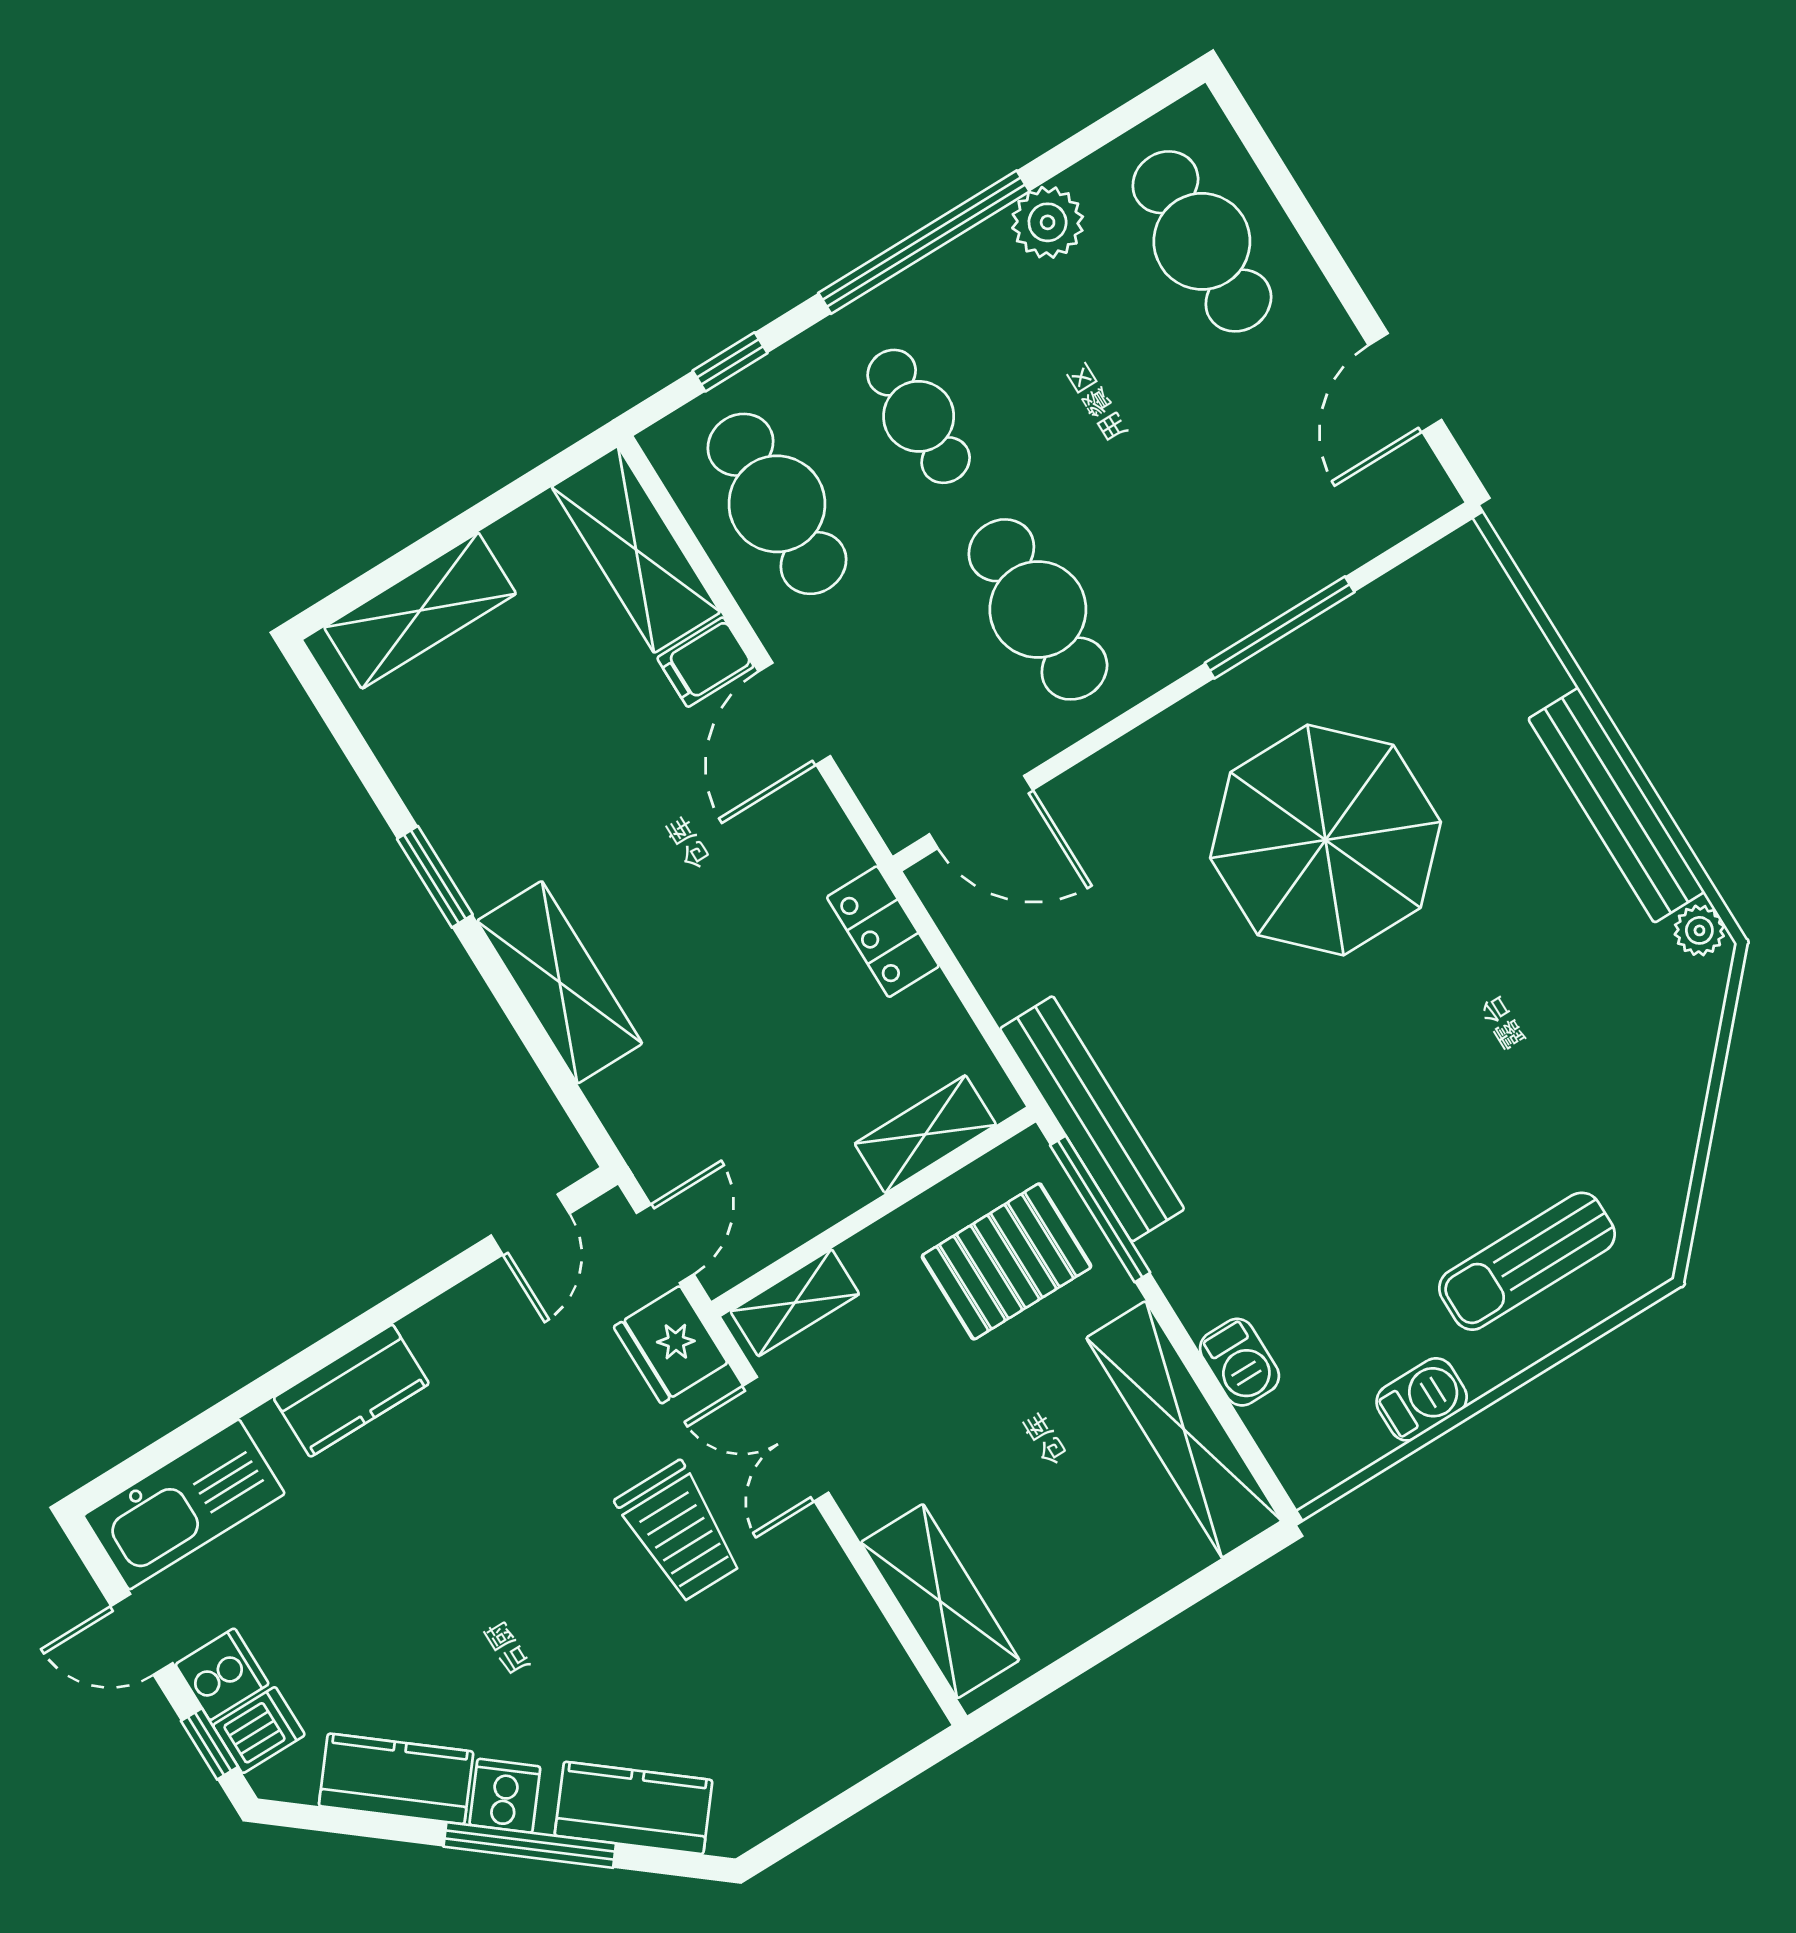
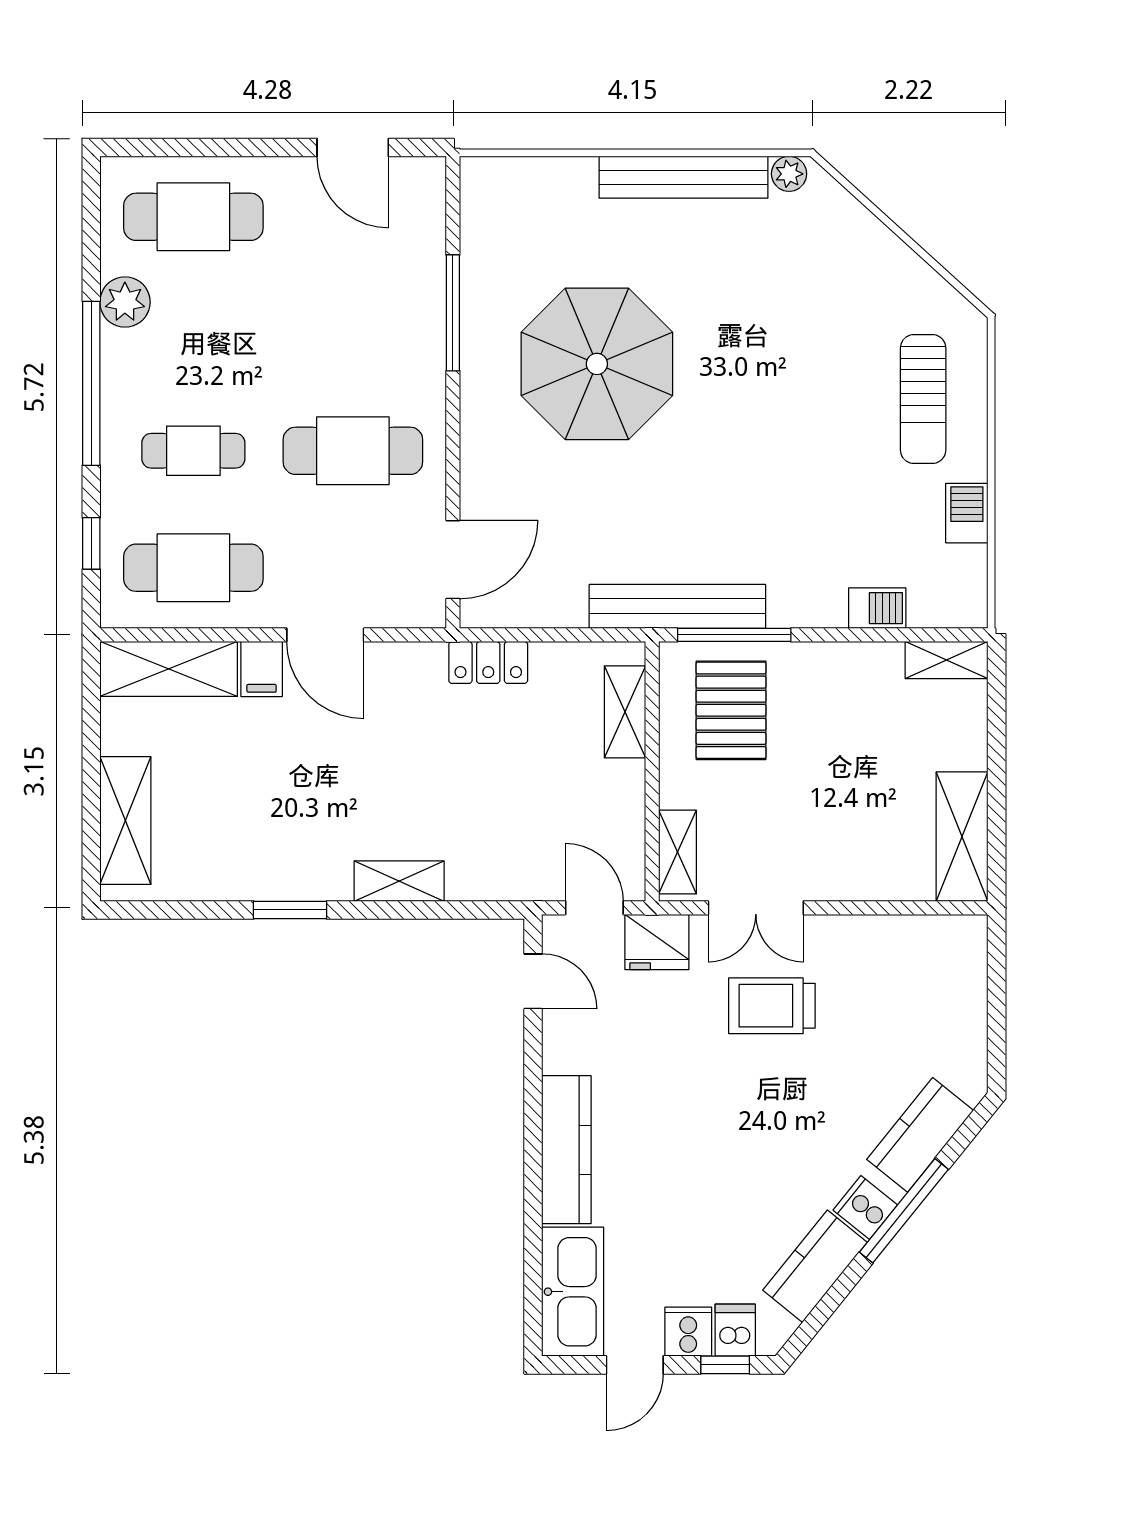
shelving: (560, 982) -> (399, 881), width x0.67, depth x0.75
kitchen counter: (351, 1391) -> (566, 1150), width x1.50
shelving: (1184, 1429) -> (947, 660), width x0.45, depth x0.75
trolley: (679, 1532) -> (772, 1006), turned 180
shelving: (940, 1601) -> (962, 837), moved, turned 90

